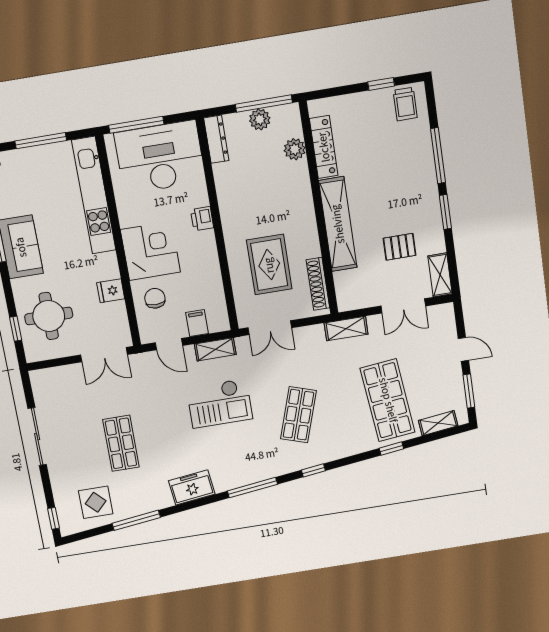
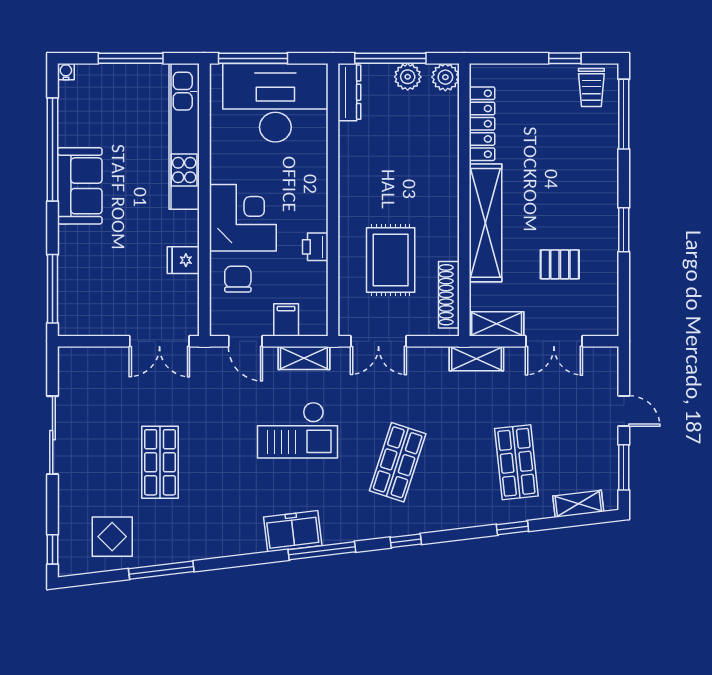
window: (264, 104) -> (390, 58), moved
plant: (295, 149) -> (445, 77), moved
window: (438, 156) -> (624, 114), moved
printer: (202, 219) -> (315, 247), moved
shelving: (440, 275) -> (497, 324), moved, turned 90
round table: (49, 316) -> (98, 280), removed
window: (16, 329) -> (53, 289), width x2.17
shop shelf: (388, 400) -> (516, 462), width x0.70, depth x0.74
freezer: (192, 487) -> (293, 531), moved

